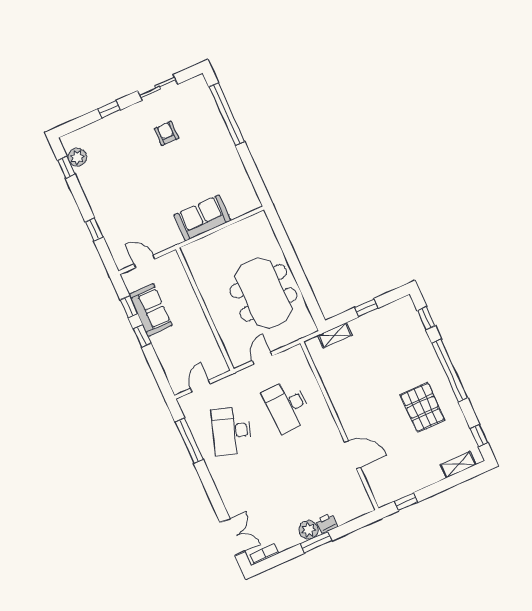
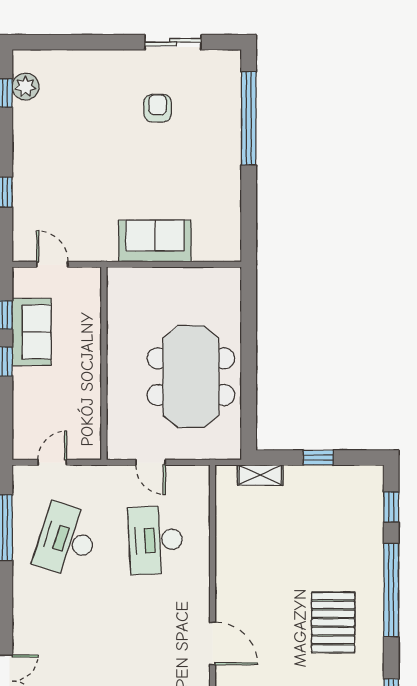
window: (109, 109) -> (96, 42), removed
door: (262, 358) -> (151, 462), swing flipped

